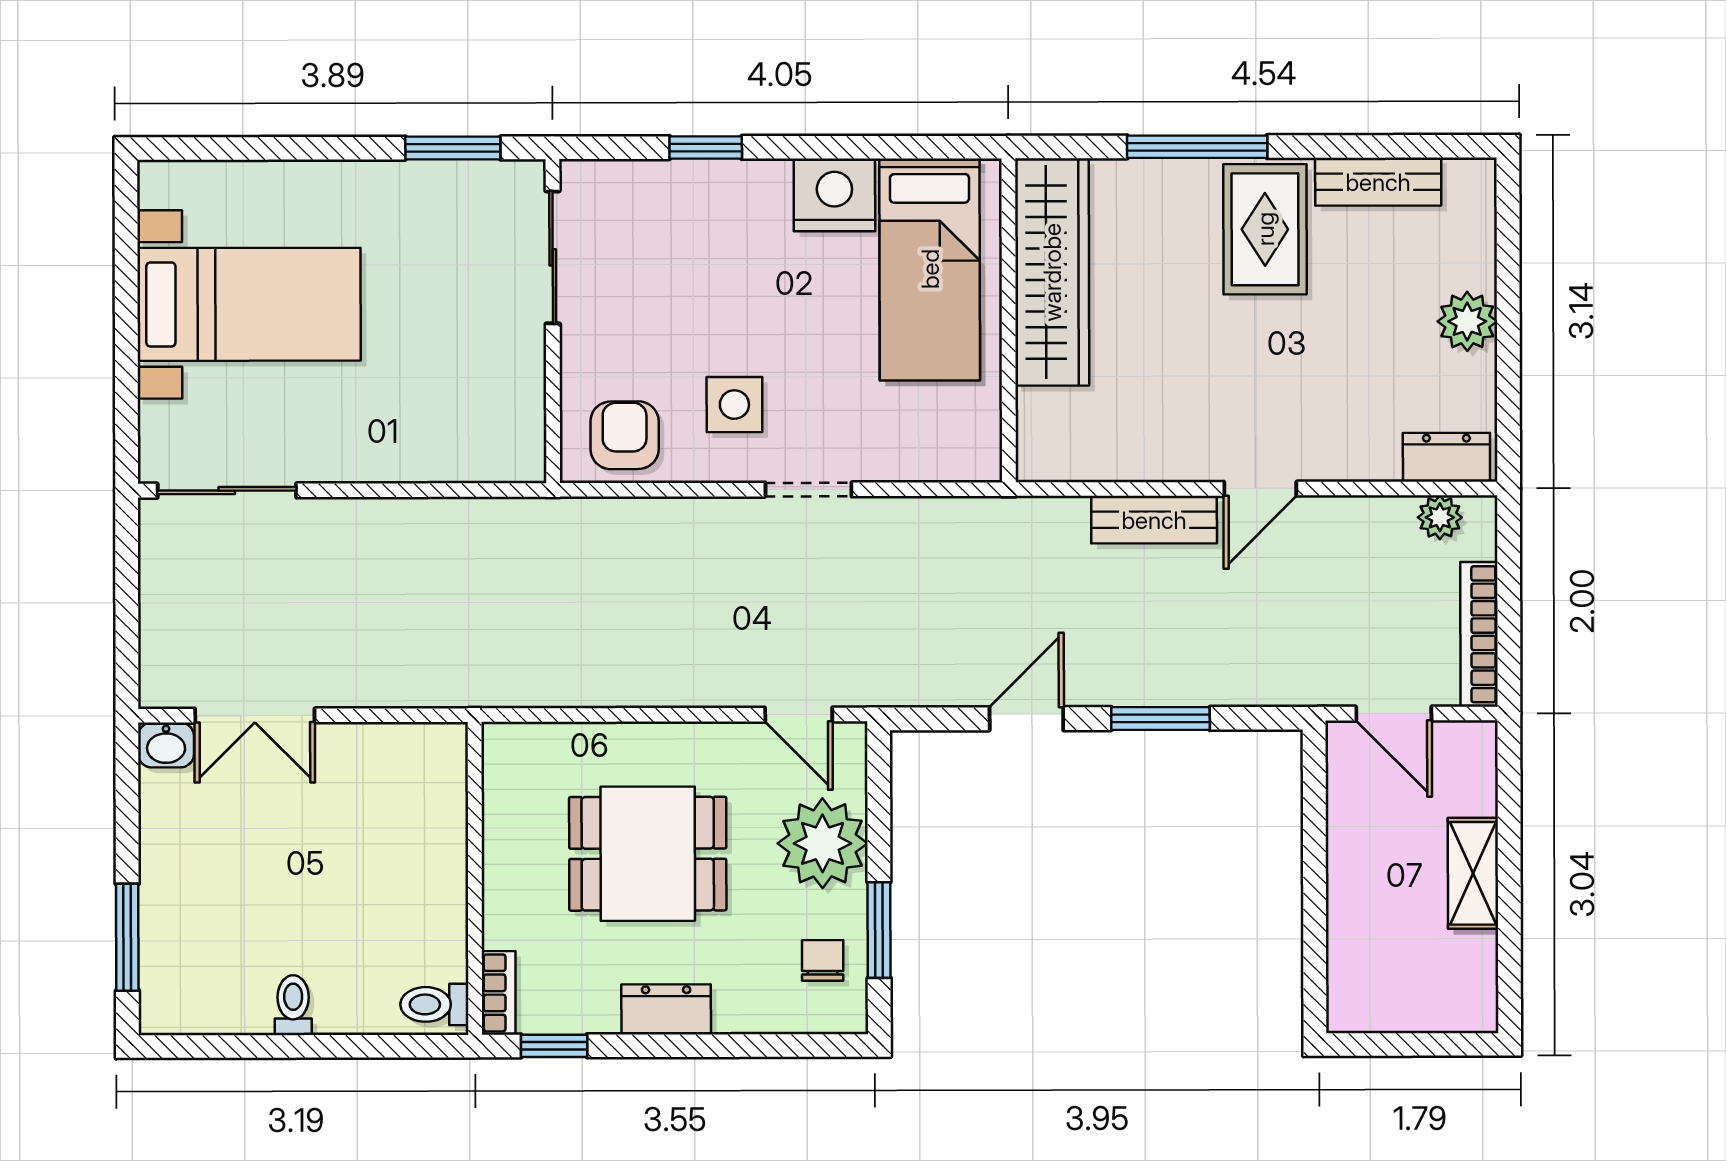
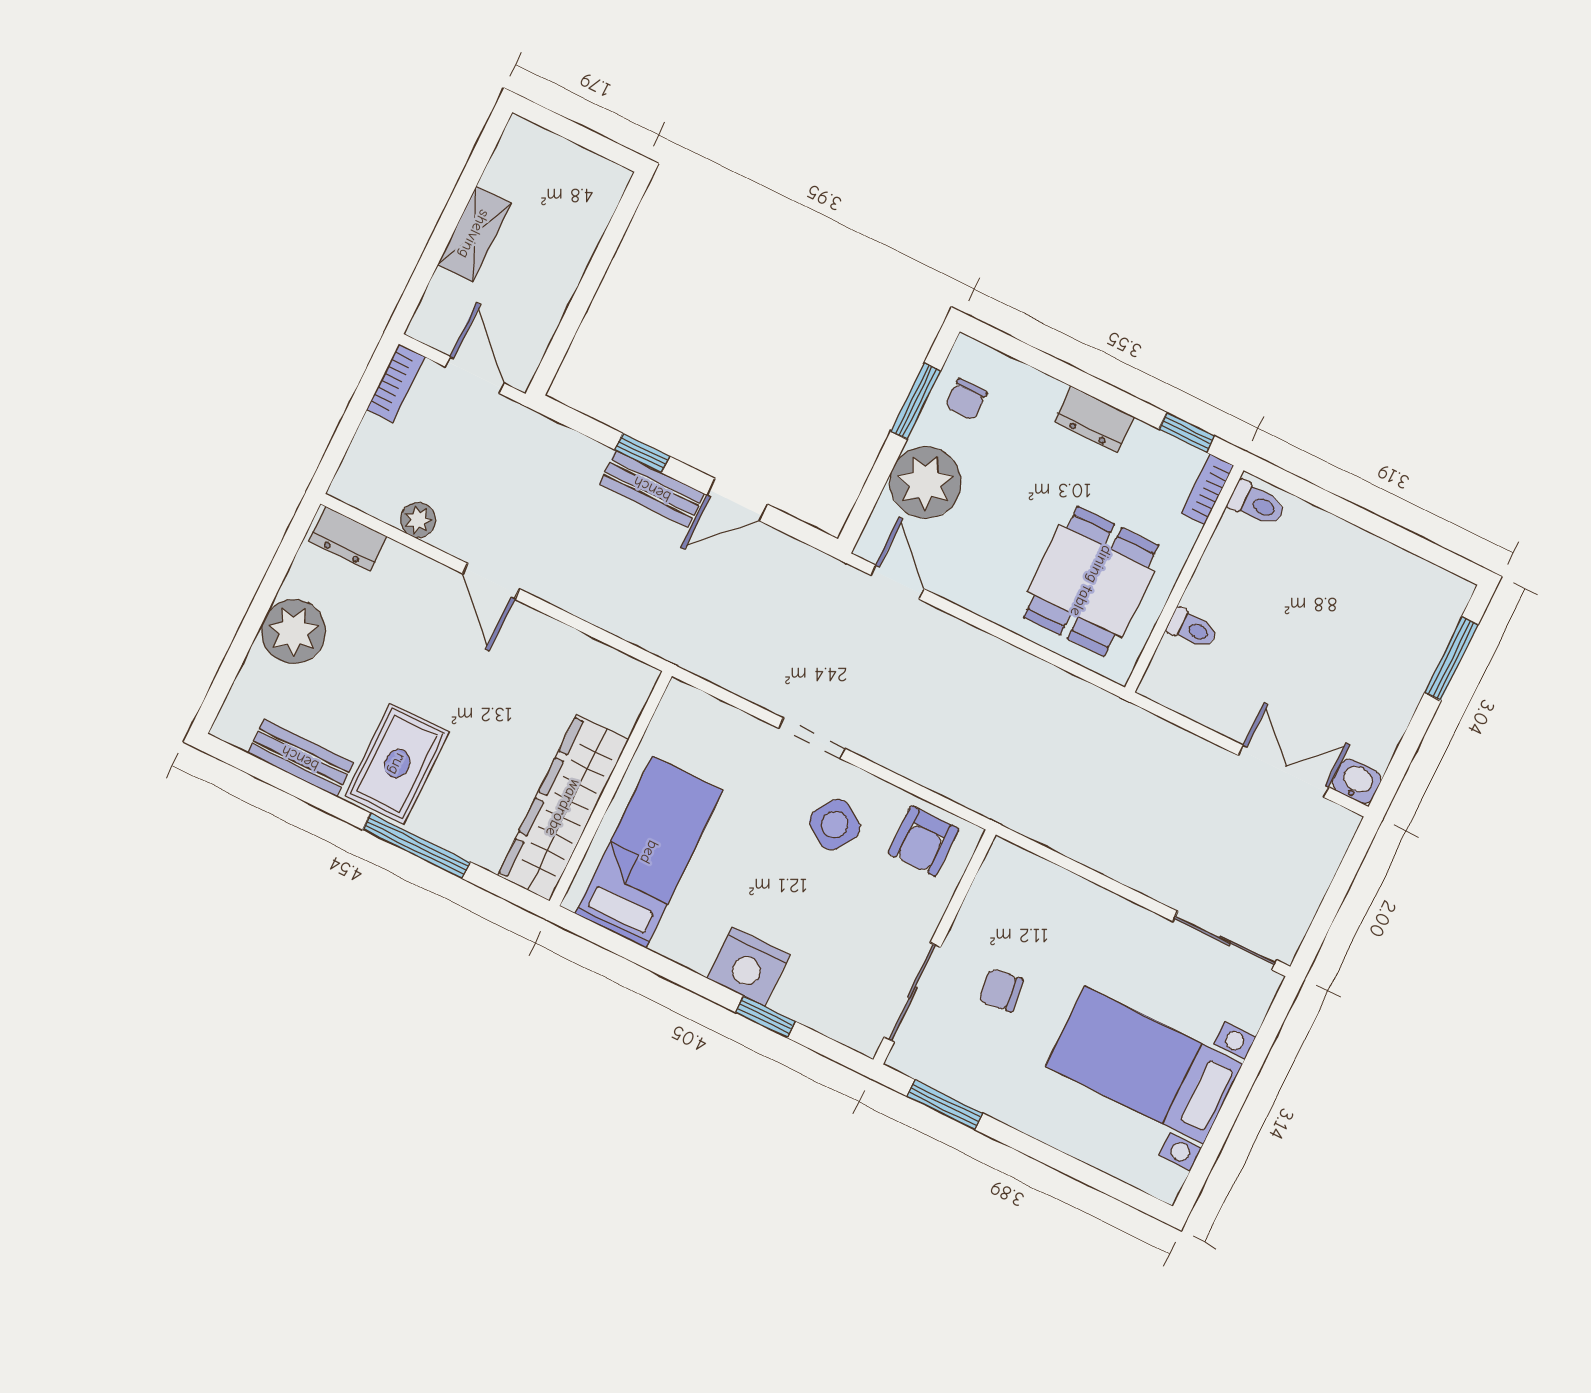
nightstand: (834, 195) -> (748, 966), moved
chair: (453, 309) -> (1001, 990), added
plant: (1467, 321) -> (294, 631), width x1.36, depth x1.36
side table: (734, 405) -> (835, 825), turned 34
door: (1260, 489) -> (491, 581), swing flipped
plant: (1440, 517) -> (418, 520), moved
bench: (1154, 520) -> (652, 489), moved
bookcase: (1479, 634) -> (396, 383), width x0.64
window: (1160, 718) -> (642, 453), width x0.67
dining table: (648, 854) -> (1091, 581), moved, turned 90
toilet: (293, 1005) -> (1192, 629), moved, turned -90

